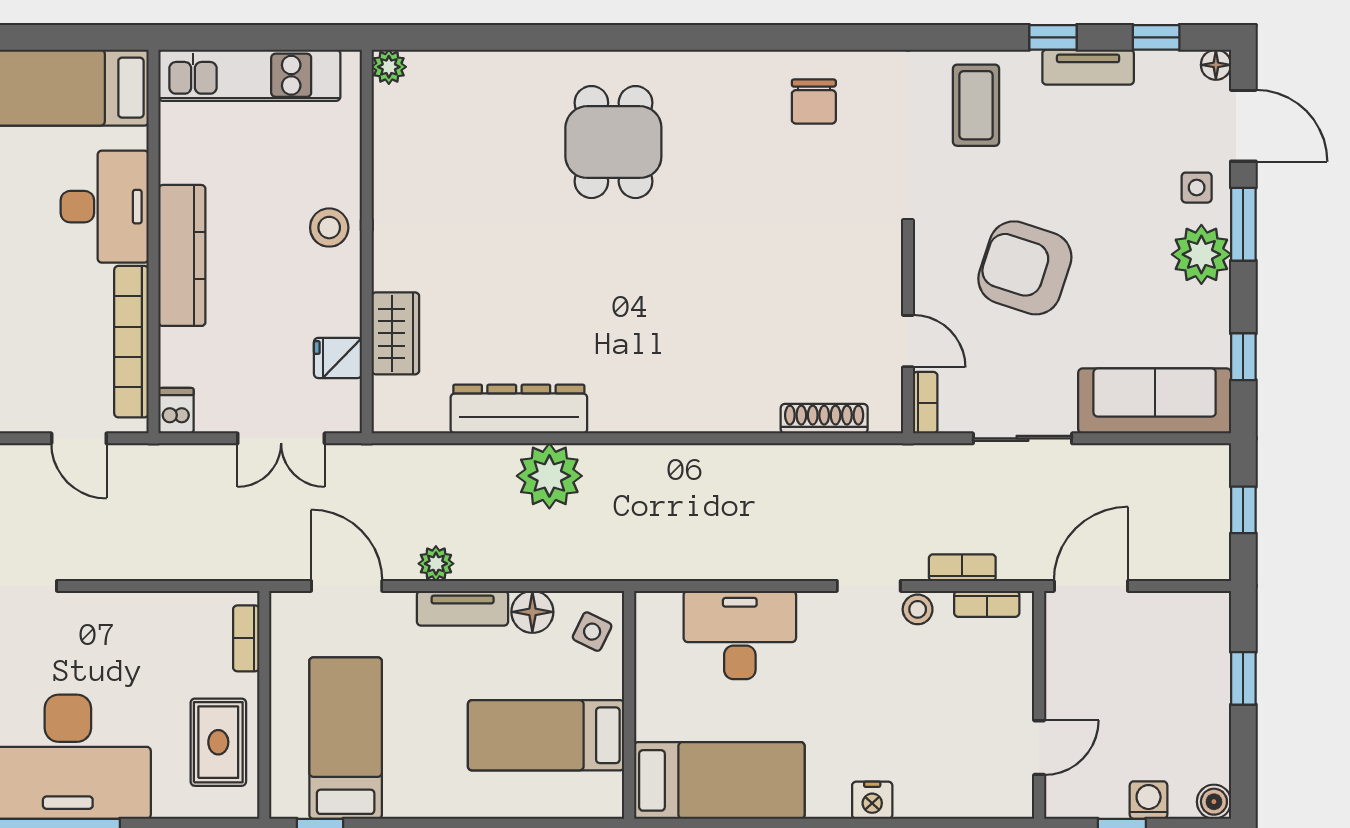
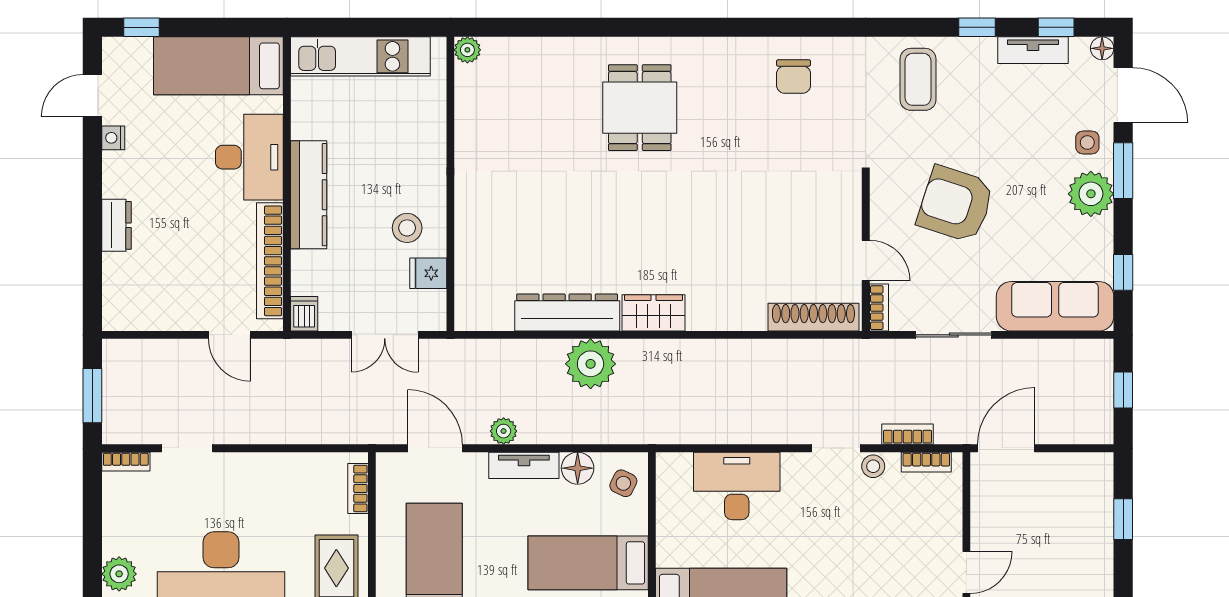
tv unit: (1088, 67) -> (1033, 50), moved
stool: (329, 228) -> (407, 228), moved
wardrobe: (395, 333) -> (653, 313), moved, turned -90
shoe rack: (824, 419) -> (813, 317), width x1.36, depth x1.24

